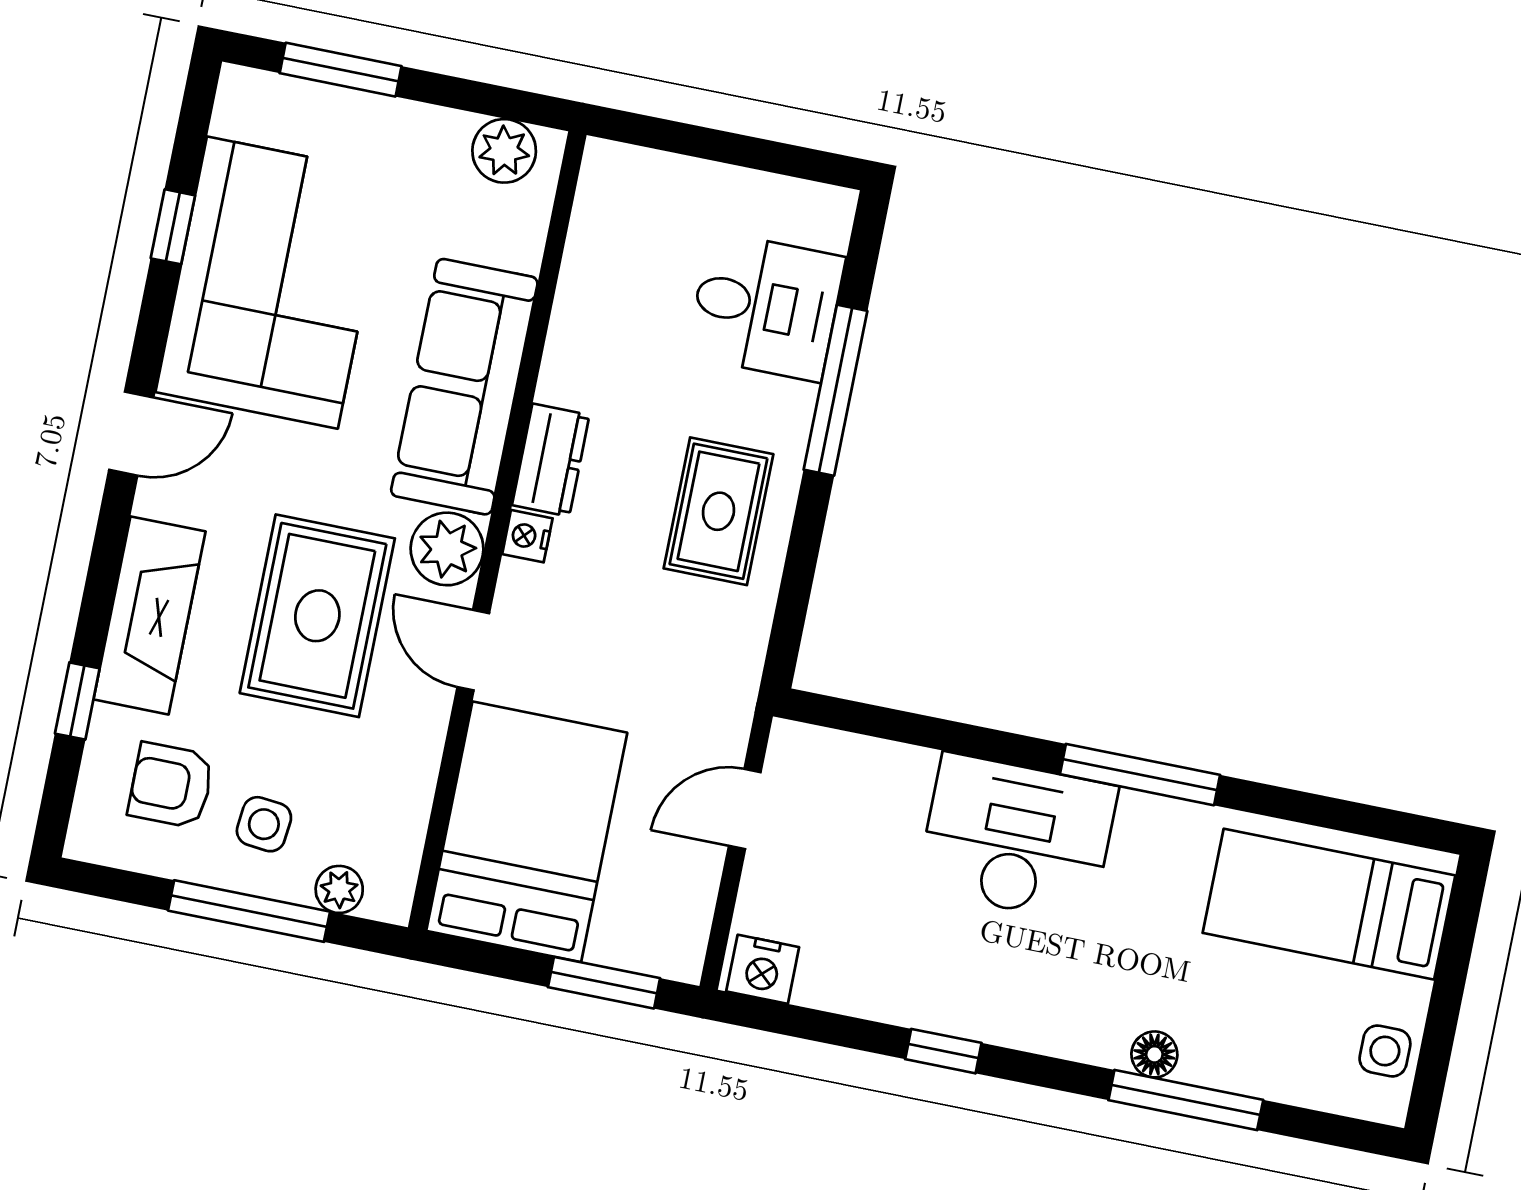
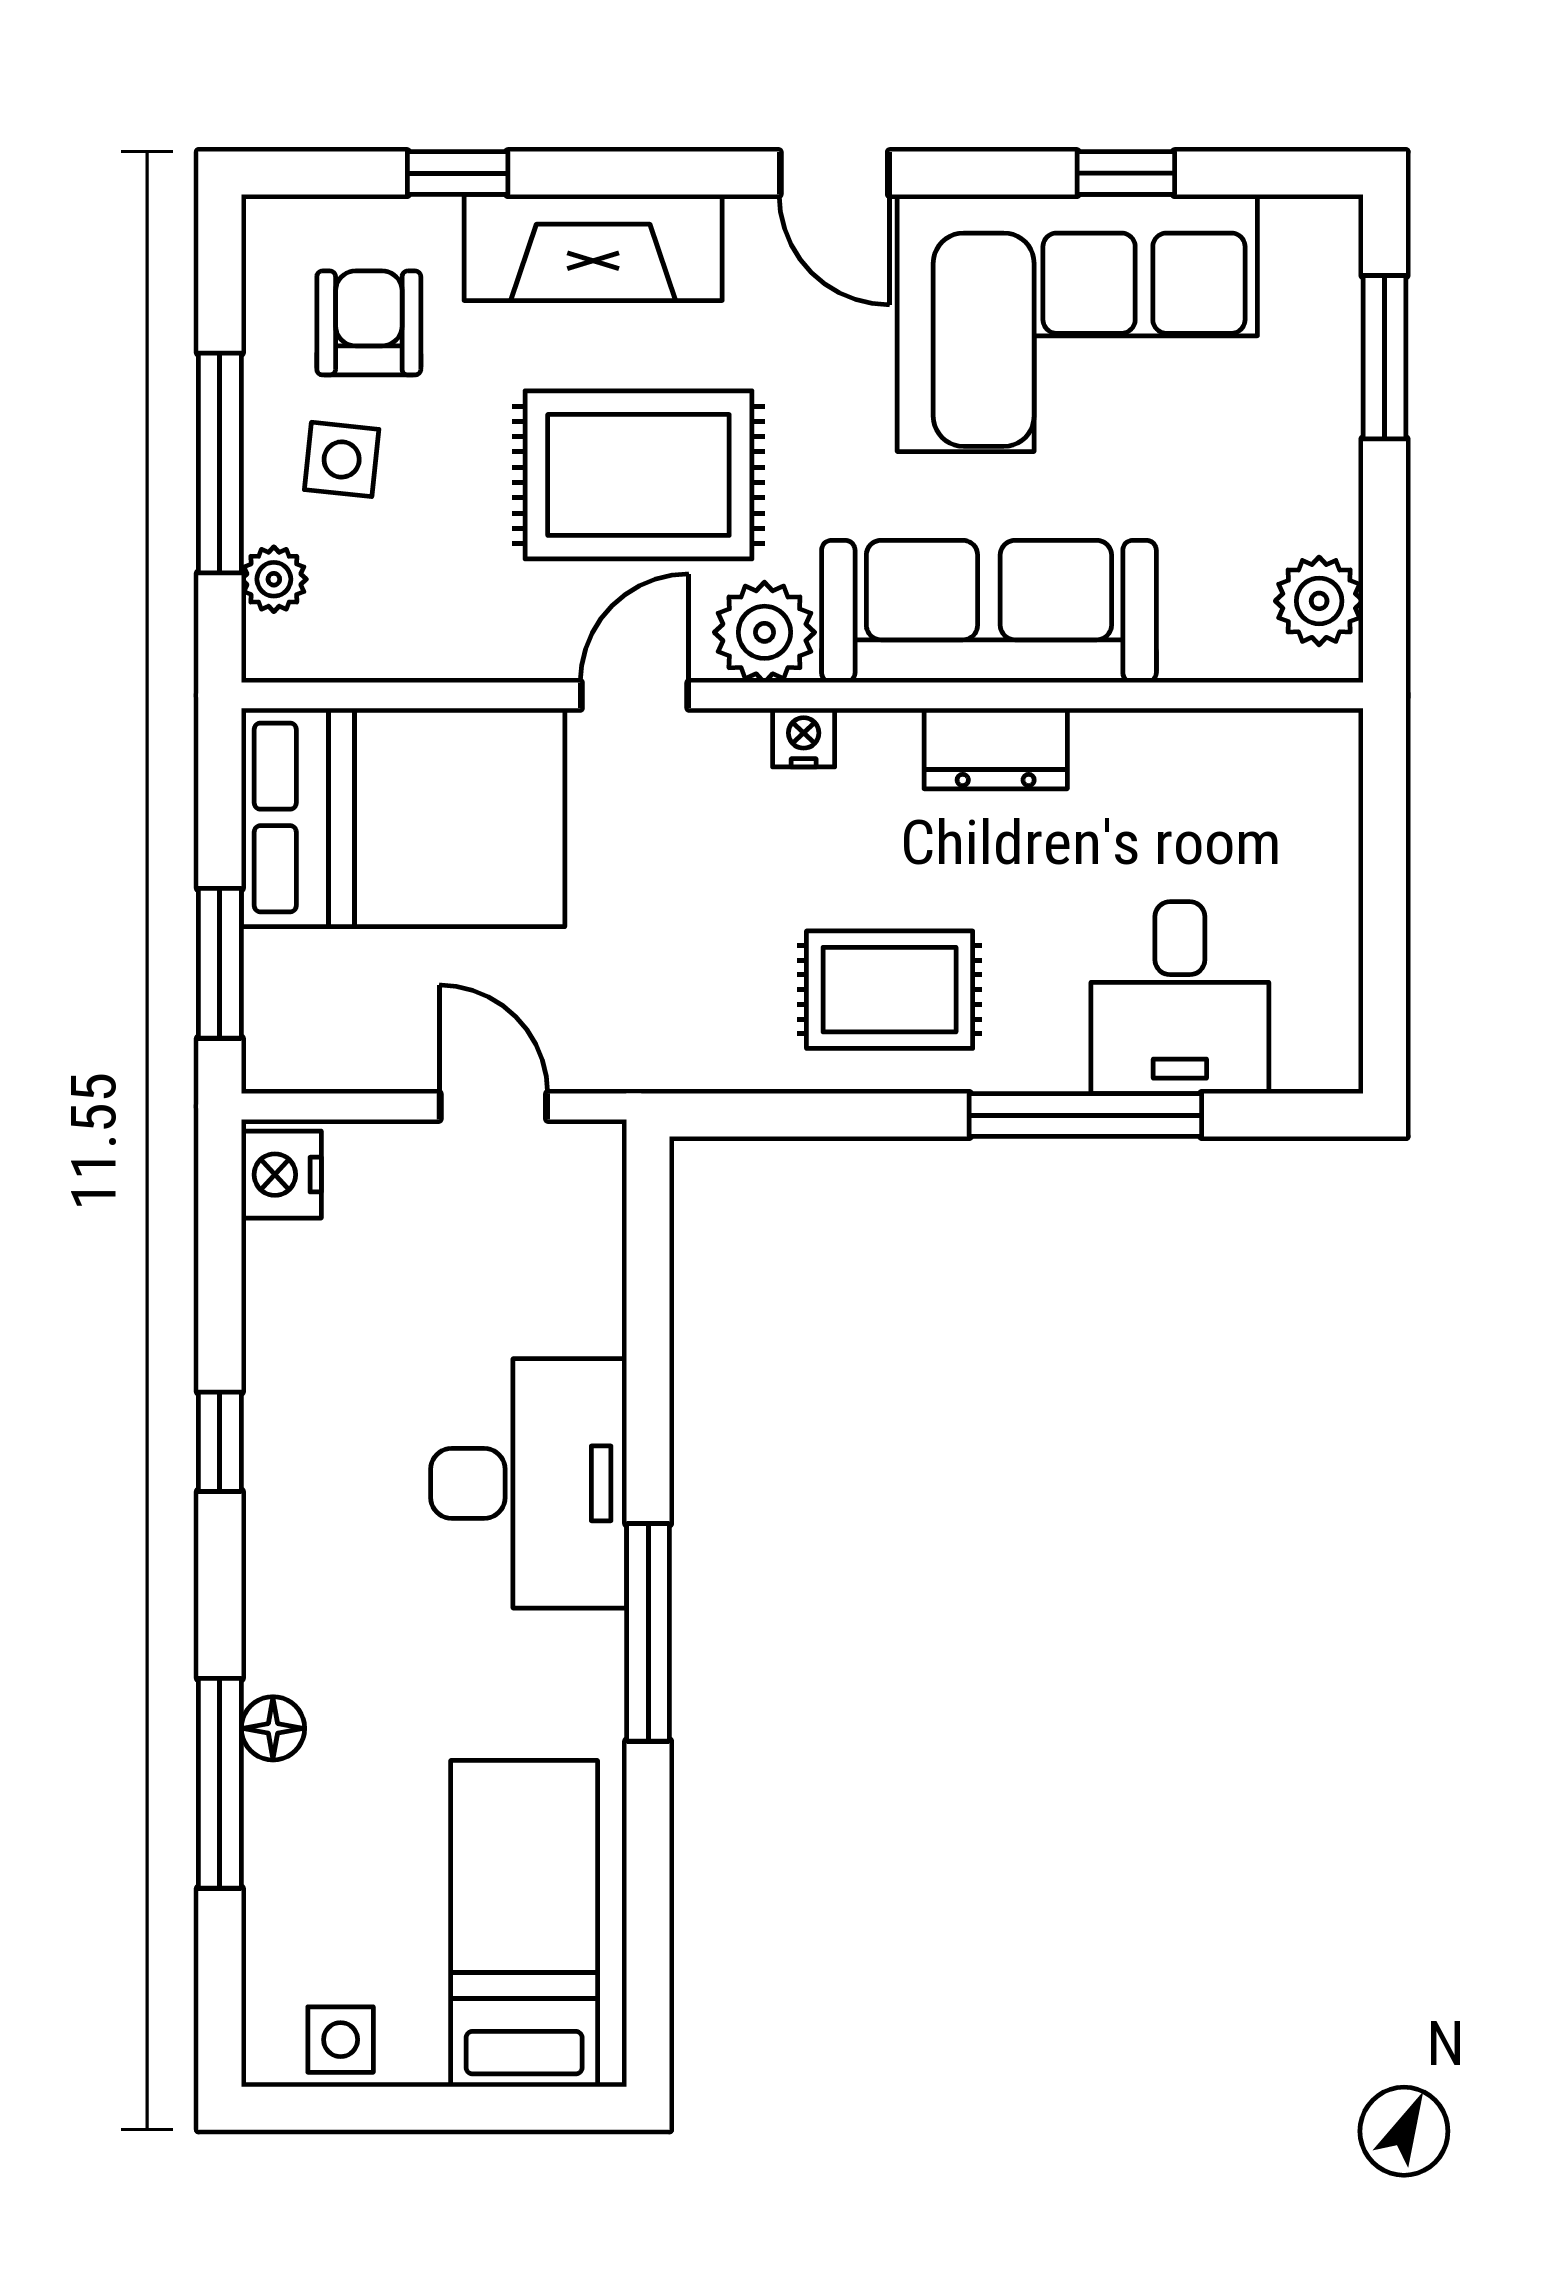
dresser: (551, 460) -> (996, 749), moved

